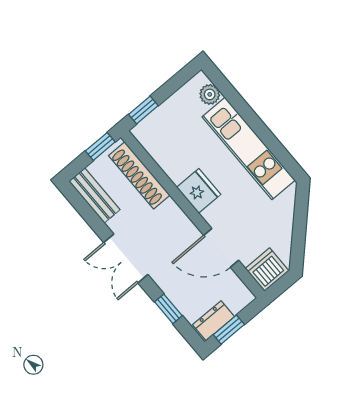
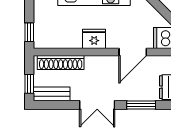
window: (100, 146) -> (29, 84), moved
window: (168, 309) -> (141, 105), width x1.50

